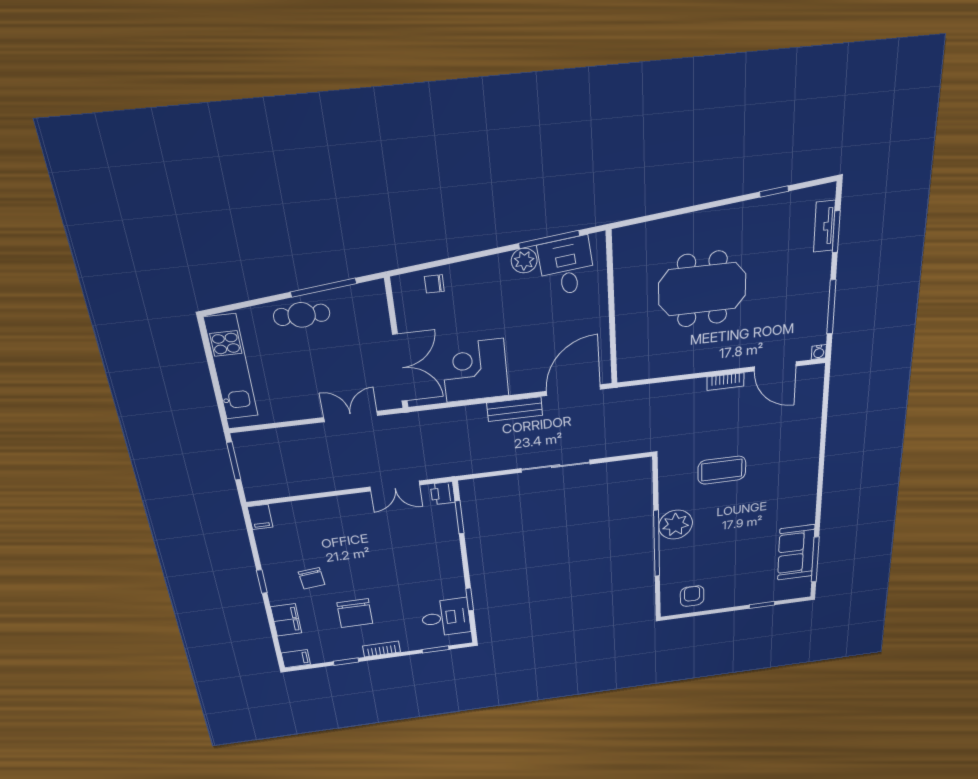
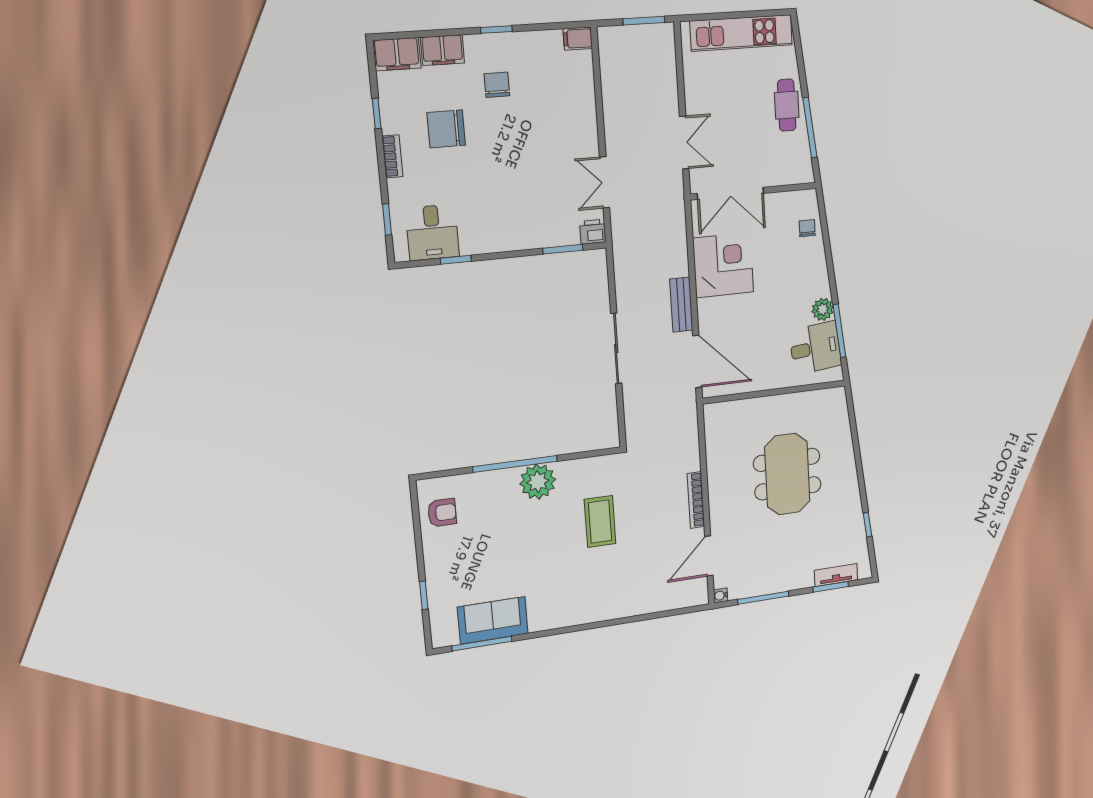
bookcase: (725, 382) -> (696, 500), width x1.56
chair: (312, 578) -> (497, 85), turned 96
filing cabinet: (296, 659) -> (397, 54), width x2.00

